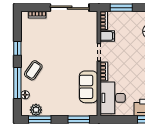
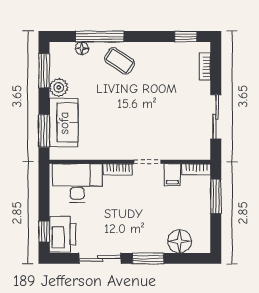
sliding door: (70, 8) -> (216, 117), width x0.73
window: (17, 48) -> (186, 37), moved
sofa: (88, 87) -> (64, 123), moved, turned 90
plant: (36, 110) -> (59, 87), moved

